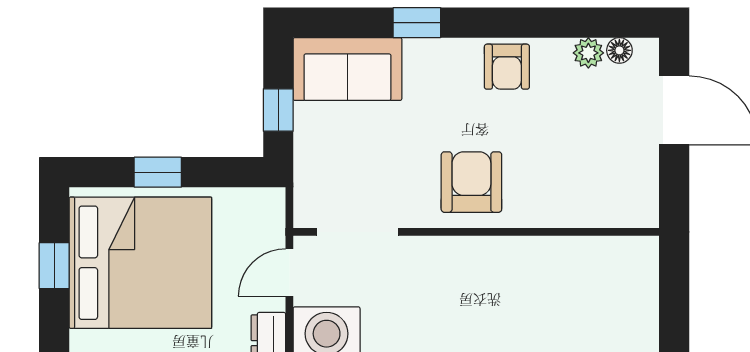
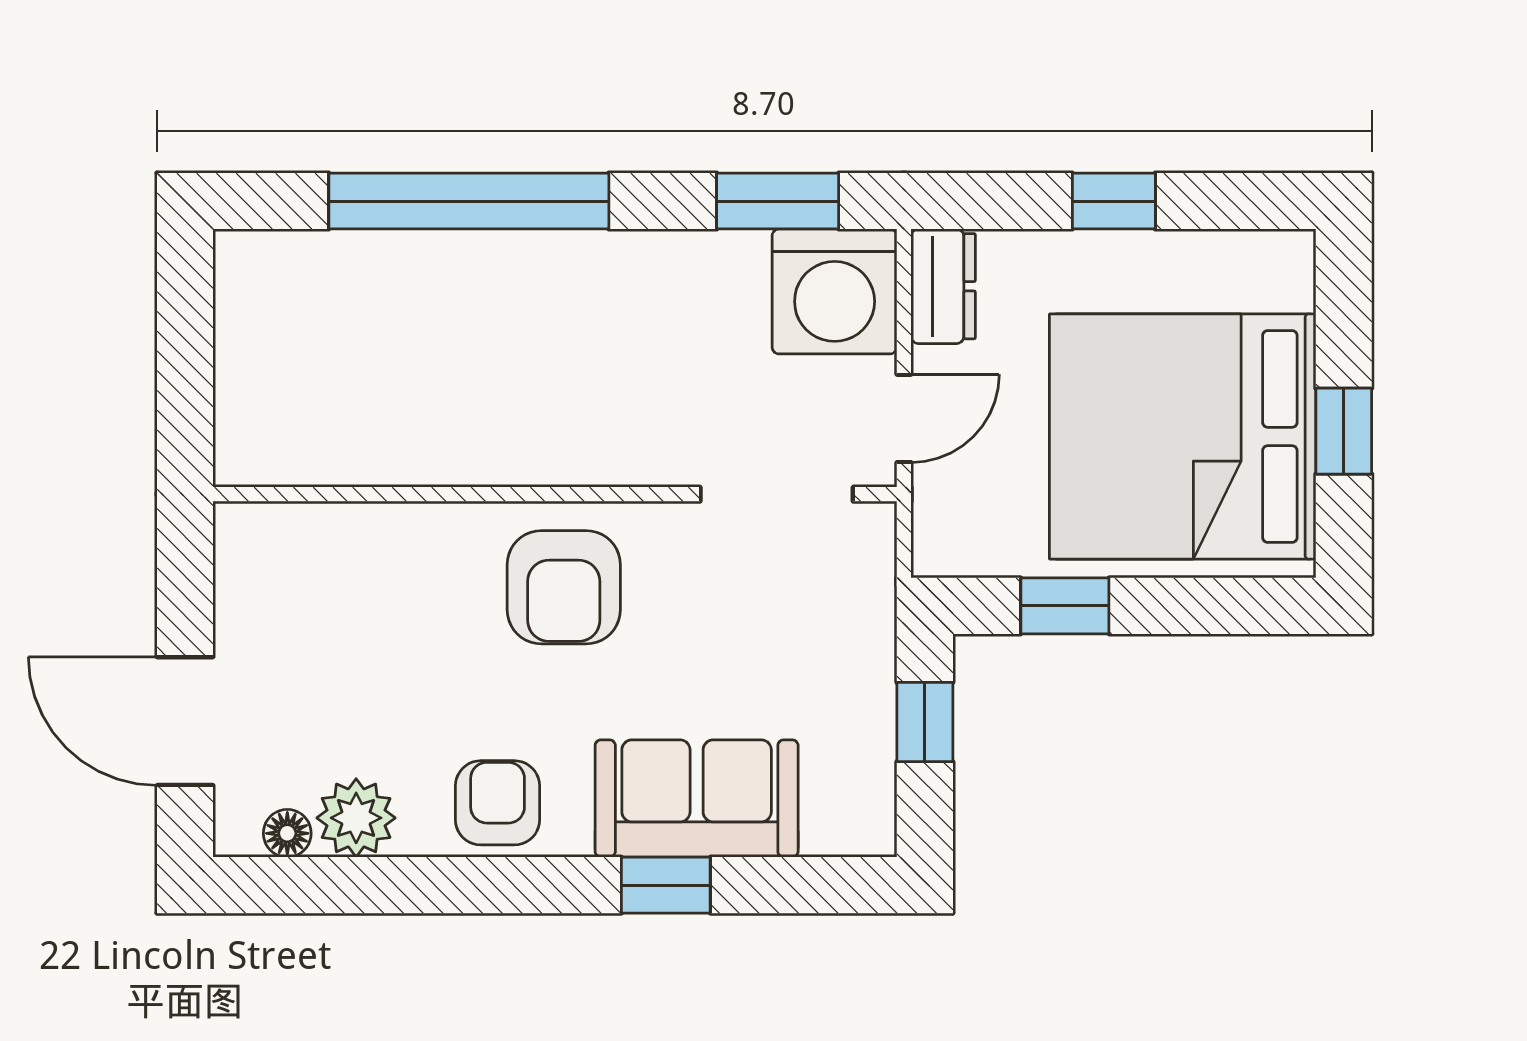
plant: (588, 53) -> (356, 818), width x1.38, depth x1.38
sofa: (347, 69) -> (697, 798), moved
window: (158, 172) -> (1065, 606), moved

